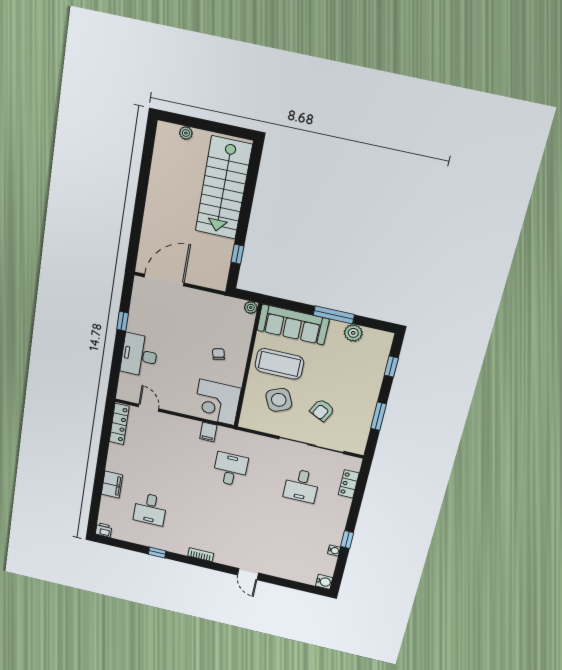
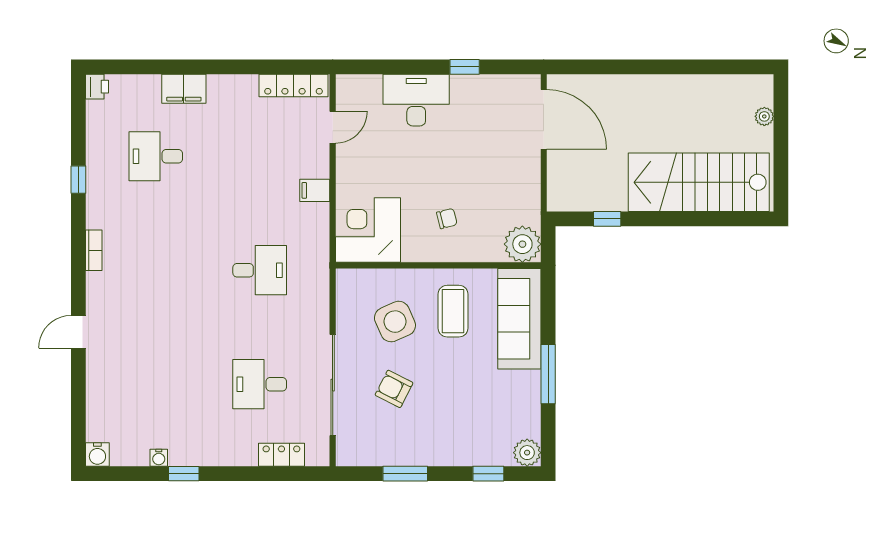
plant: (251, 308) -> (522, 244), width x1.87, depth x1.87
plant: (353, 333) -> (527, 453), moved
coffee table: (279, 364) -> (453, 311), width x0.73, depth x0.76
filing cabinet: (208, 432) -> (315, 190), moved

